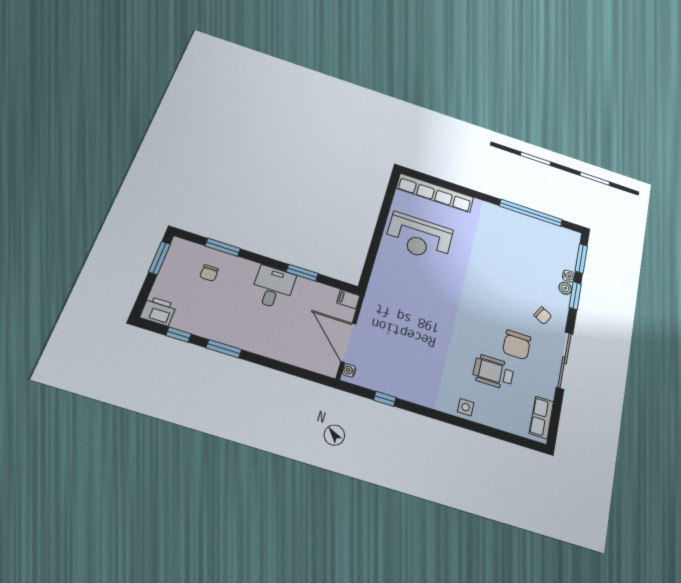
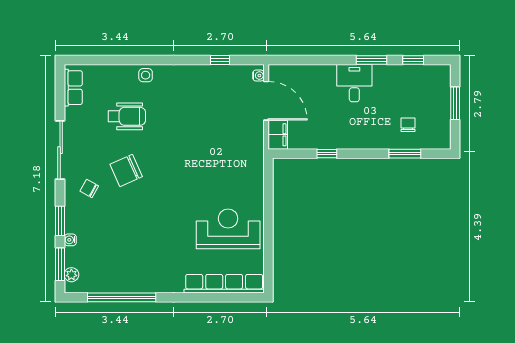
window: (159, 258) -> (455, 103), moved
window: (302, 273) -> (327, 154), width x0.67
desk: (273, 287) -> (354, 83), moved, turned 180
plant: (565, 288) -> (71, 275), moved
filing cabinet: (348, 299) -> (278, 135), width x2.00
printer: (158, 311) -> (438, 75), removed
chair: (517, 345) -> (126, 170), moved, turned -114

